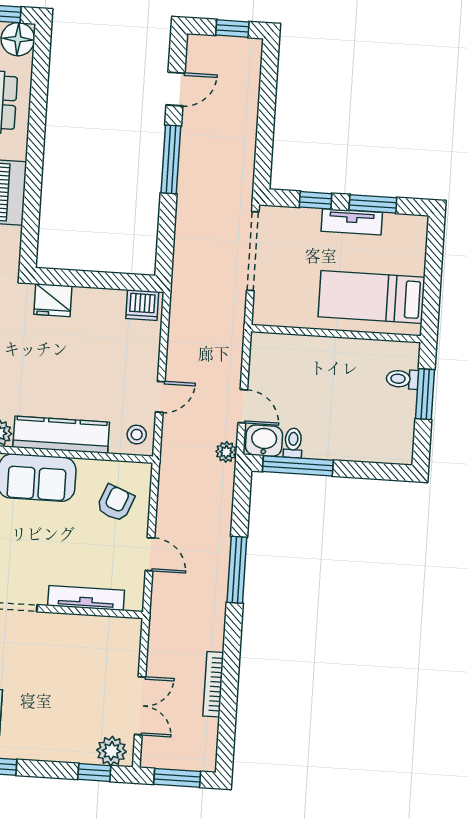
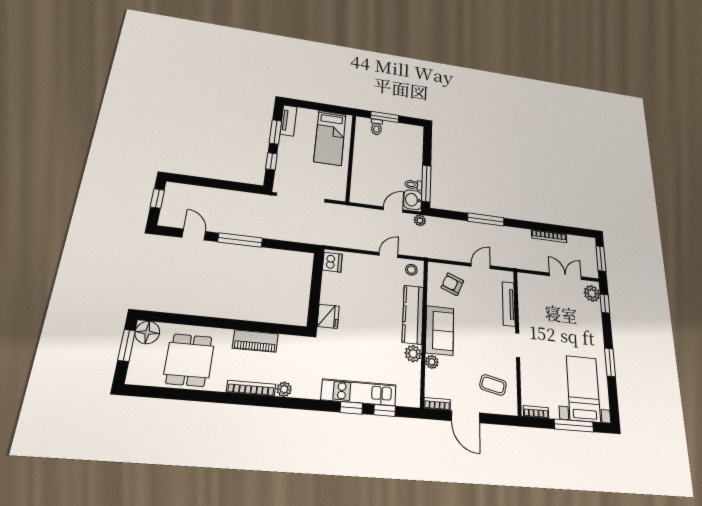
tv unit: (352, 222) -> (288, 121), moved
door: (160, 397) -> (388, 255), hinge flipped

